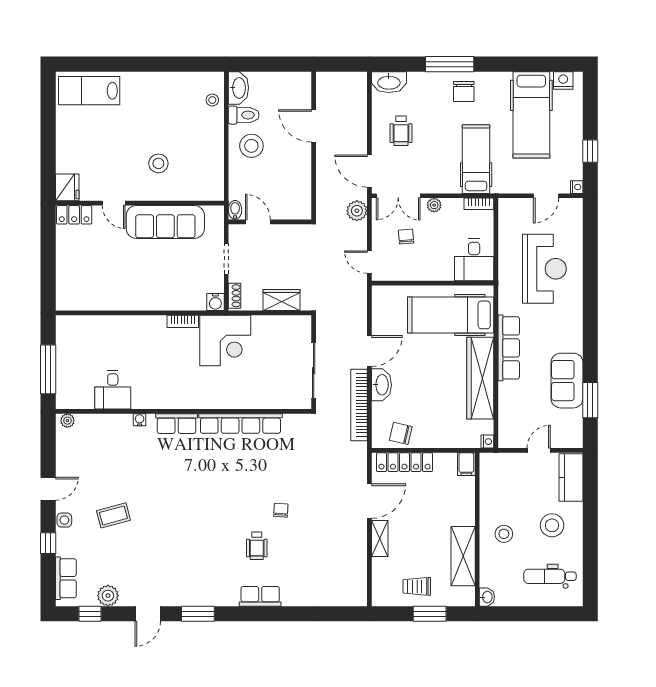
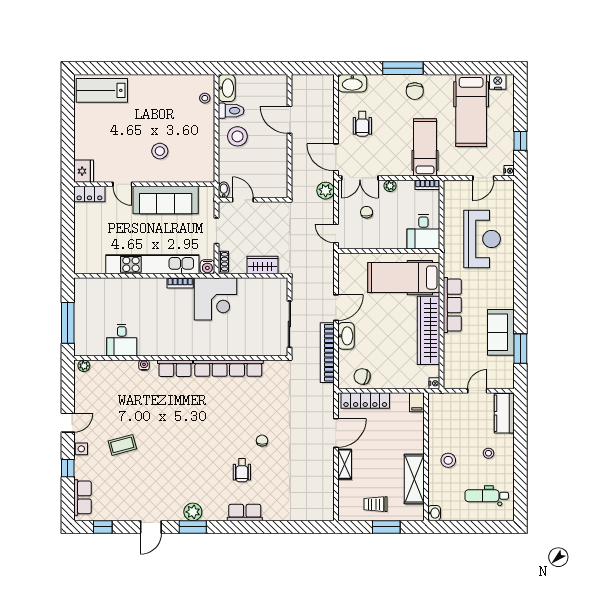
kitchen unit: (150, 299) -> (152, 264), added
stool: (552, 525) -> (488, 453), width x0.53, depth x0.53
plant: (108, 596) -> (193, 512), moved

